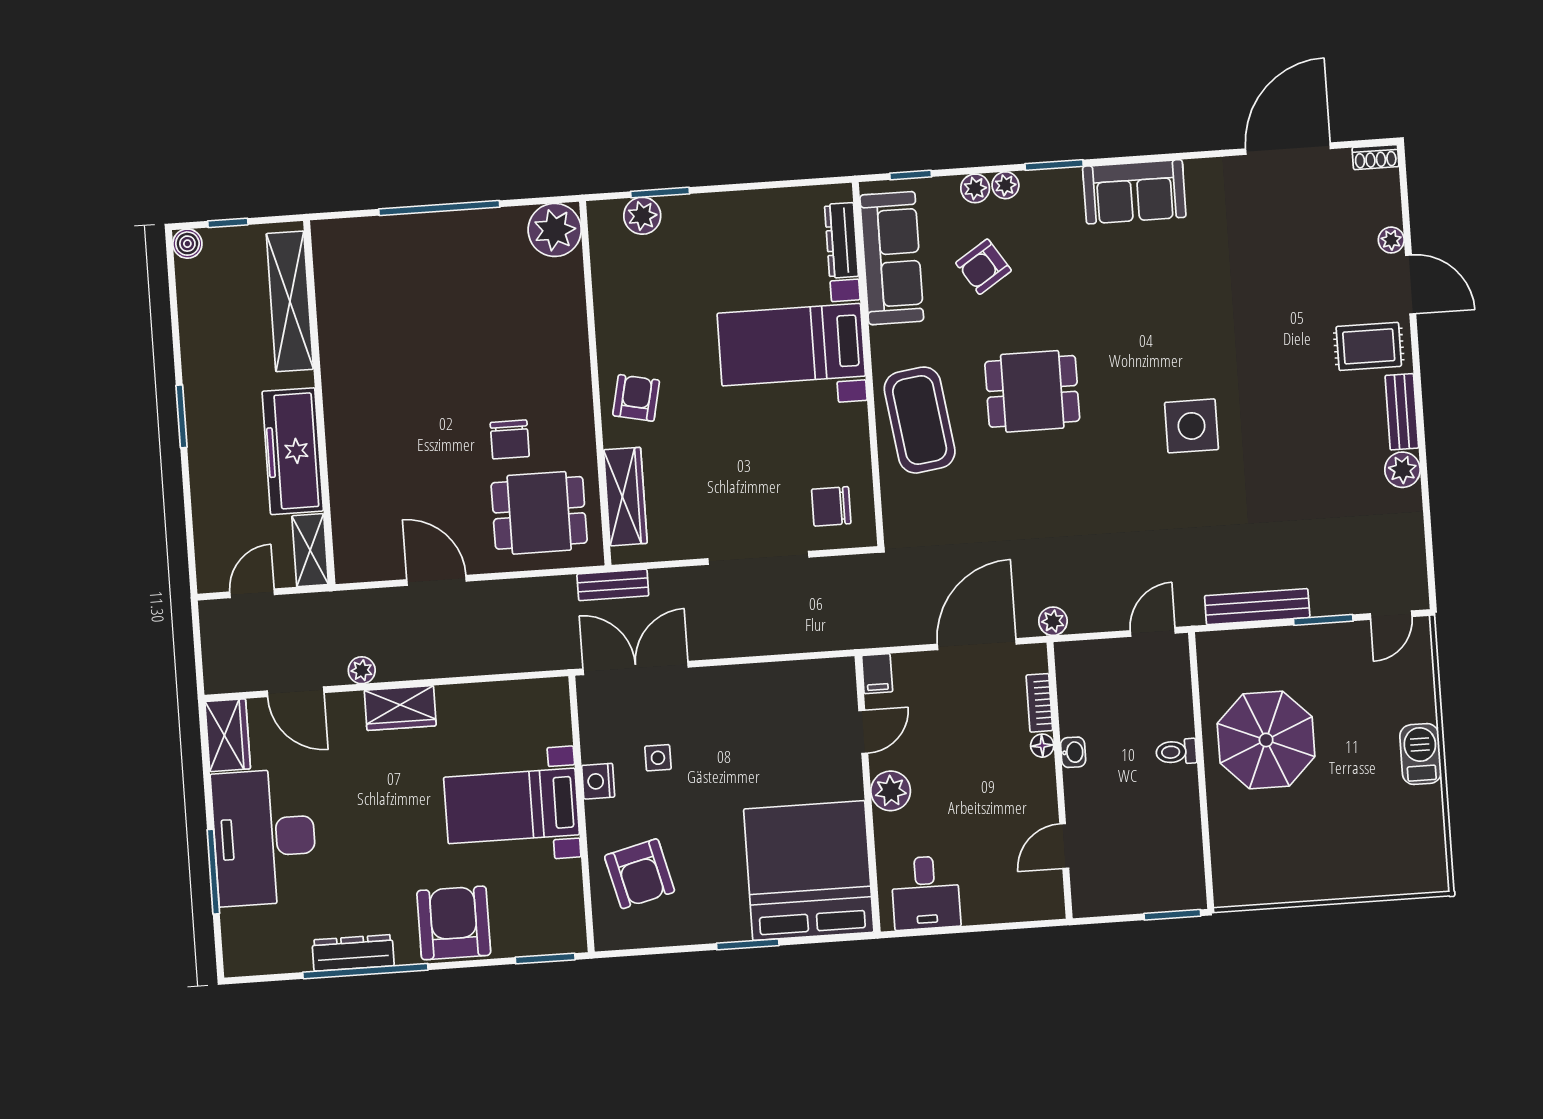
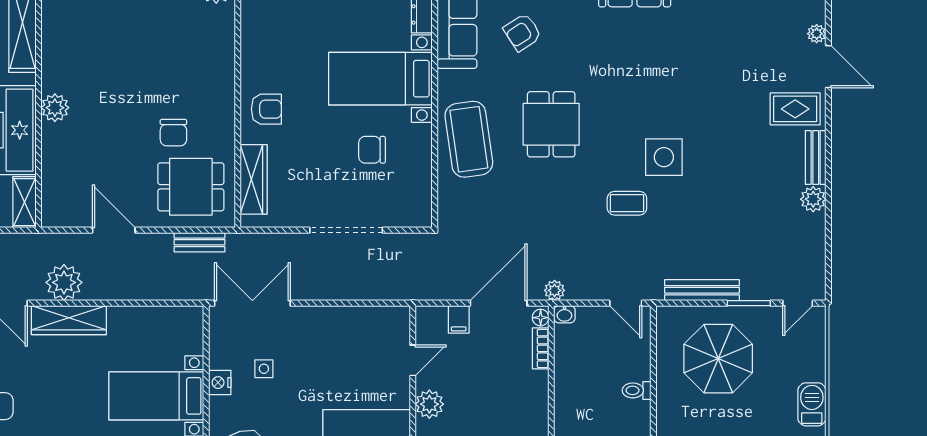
dining table: (1032, 391) -> (551, 124), turned 90
armchair: (636, 398) -> (266, 109), turned 78
plant: (343, 416) -> (55, 108), added
coffee table: (1145, 493) -> (627, 203), added
chair: (831, 506) -> (372, 150), moved
bench: (613, 585) -> (200, 242), moved
door: (1153, 632) -> (626, 303), swing flipped
plant: (362, 670) -> (64, 282), width x1.88, depth x1.88
filing cabinet: (877, 674) -> (459, 319), moved
wardrobe: (400, 708) -> (69, 320), width x1.50
parasol: (1266, 740) -> (718, 359), moved
floor lamp: (1042, 746) -> (541, 318), moved
washbasin: (1073, 752) -> (564, 314), moved, turned 90

